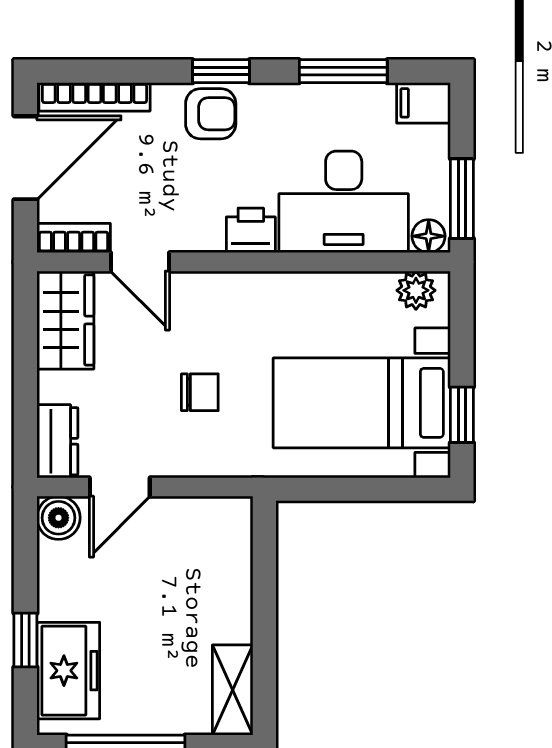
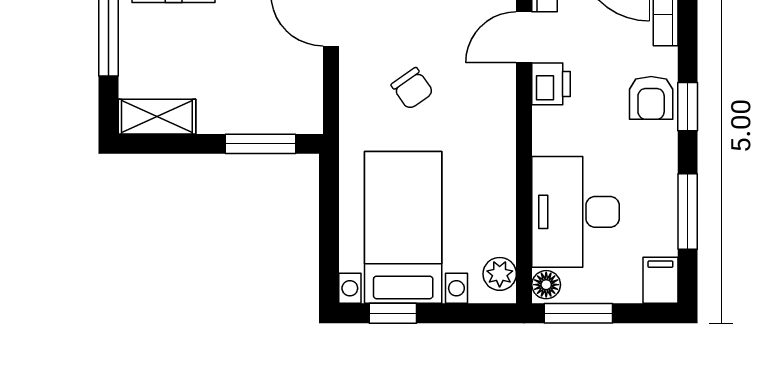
printer: (251, 230) -> (551, 84), moved
chair: (200, 392) -> (412, 89), turned -35
window: (264, 569) -> (260, 144), added

